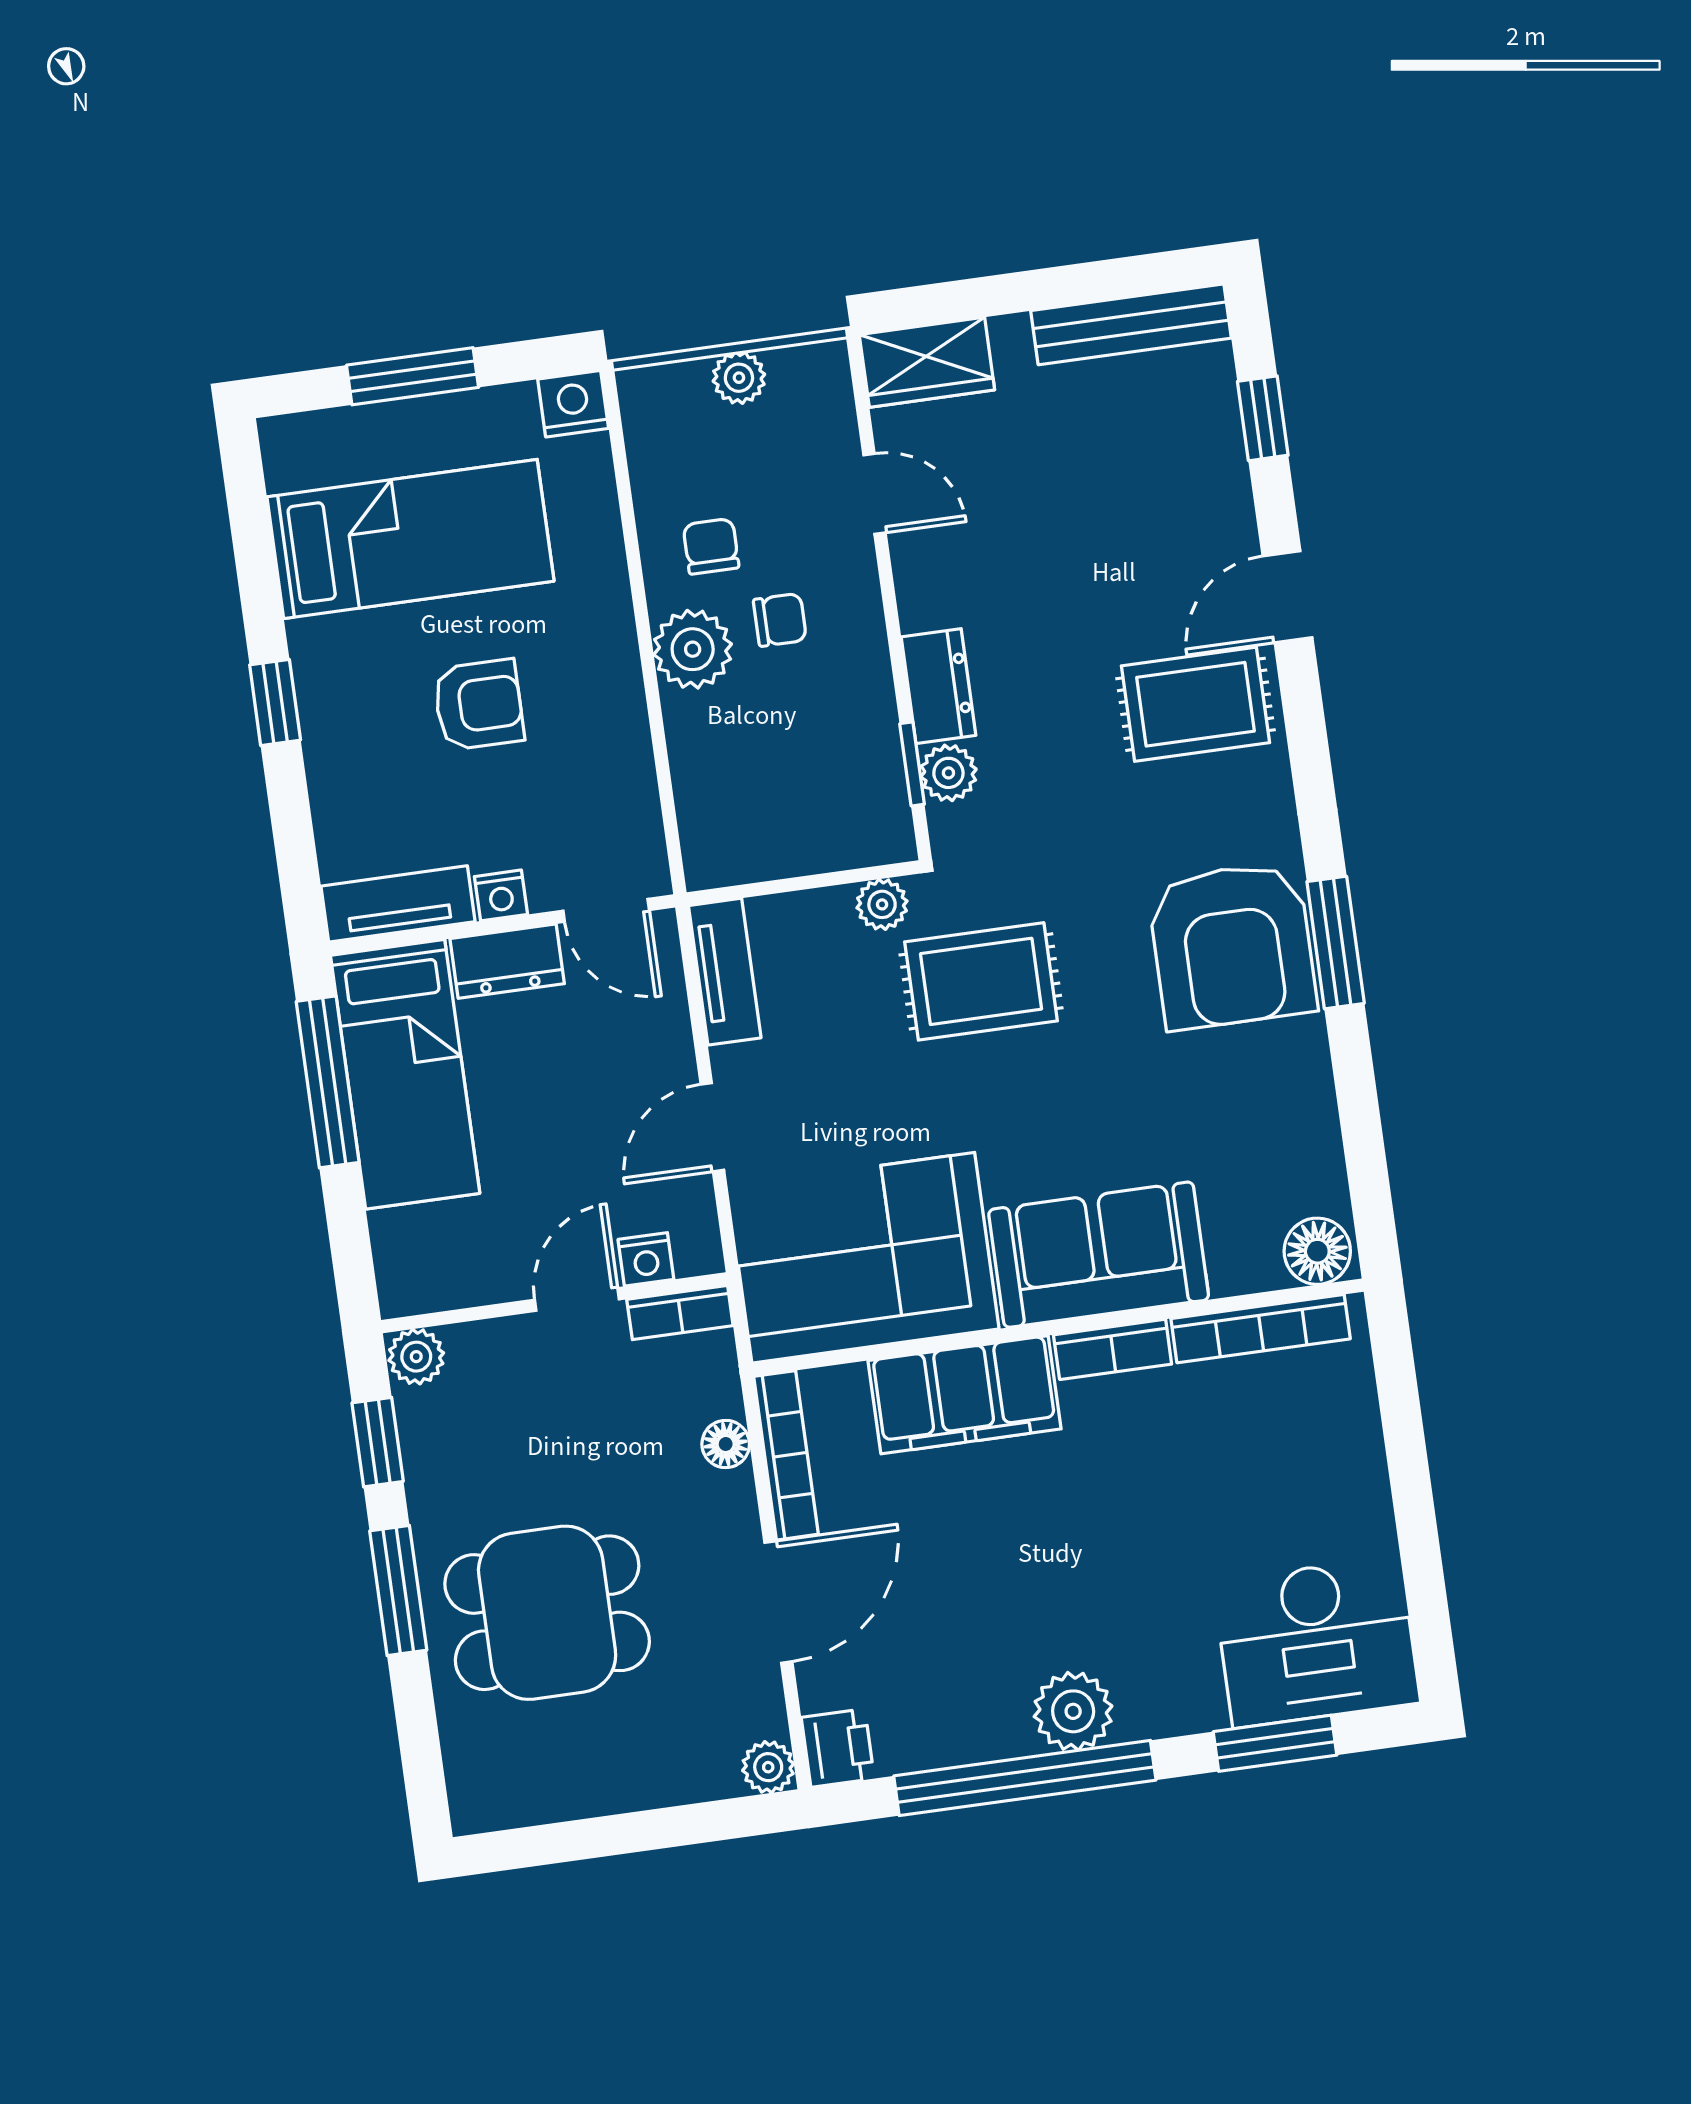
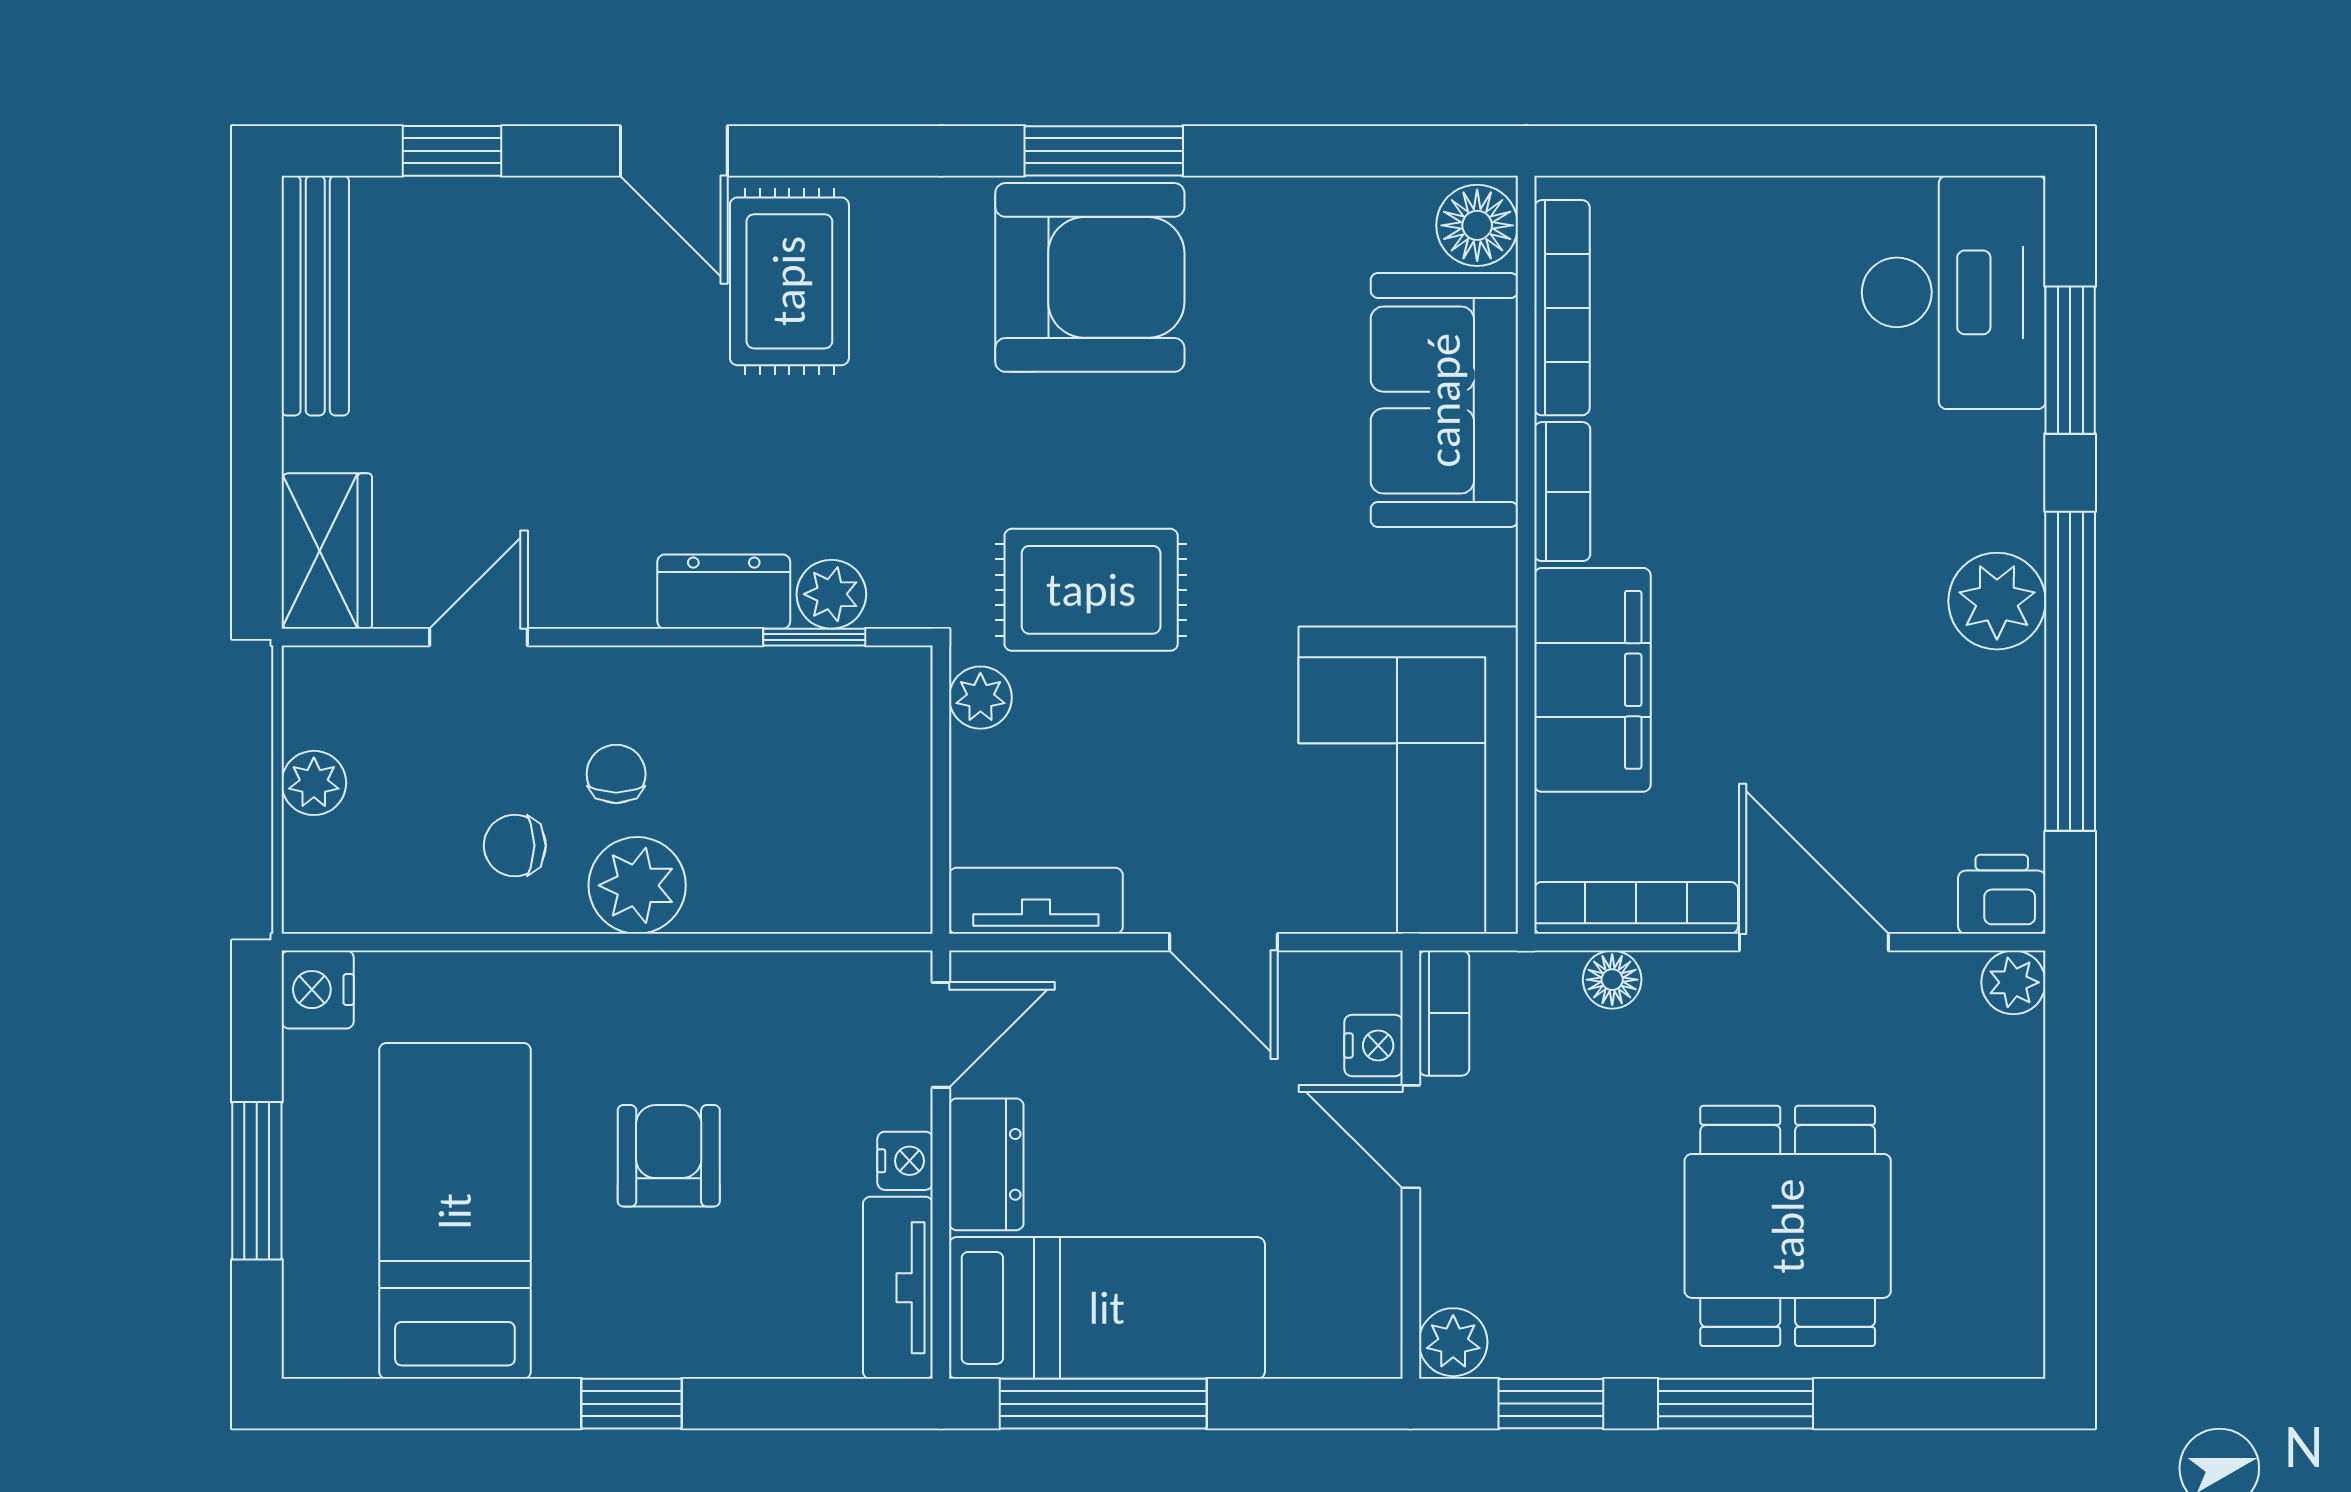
rug: (981, 981) -> (1091, 590), turned 90
sofa: (1099, 1255) -> (1444, 400), moved

